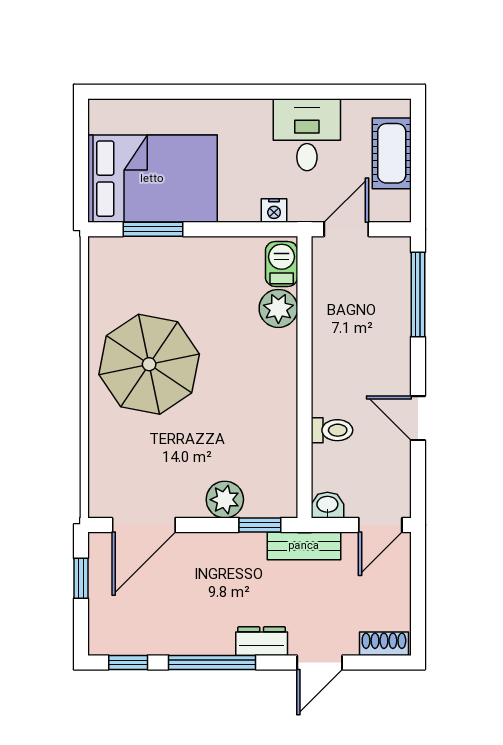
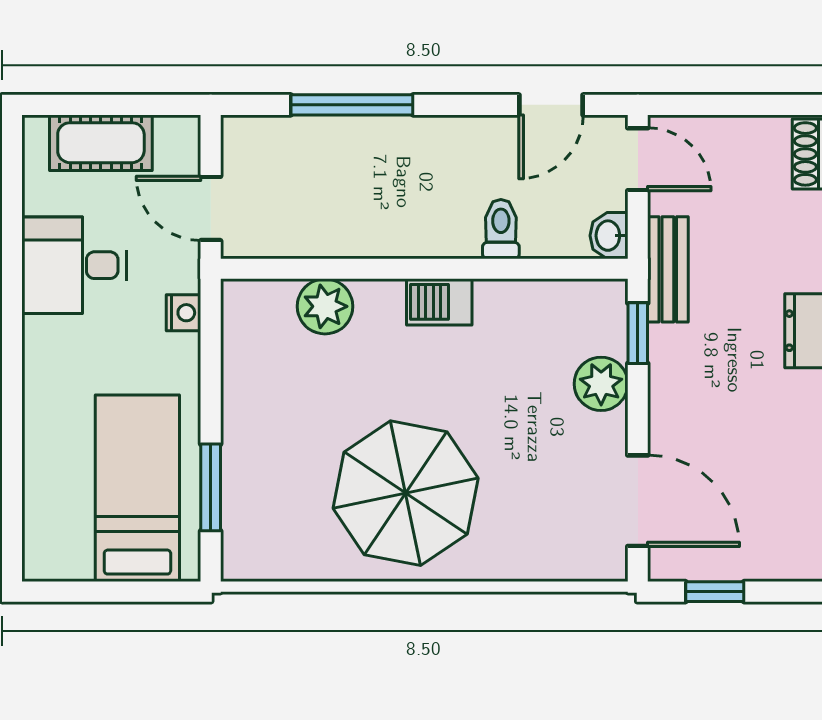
bed: (152, 179) -> (137, 488), width x0.67
barbecue: (282, 264) -> (439, 302), moved
window: (418, 295) -> (352, 105), moved
door: (418, 418) -> (551, 105), moved

